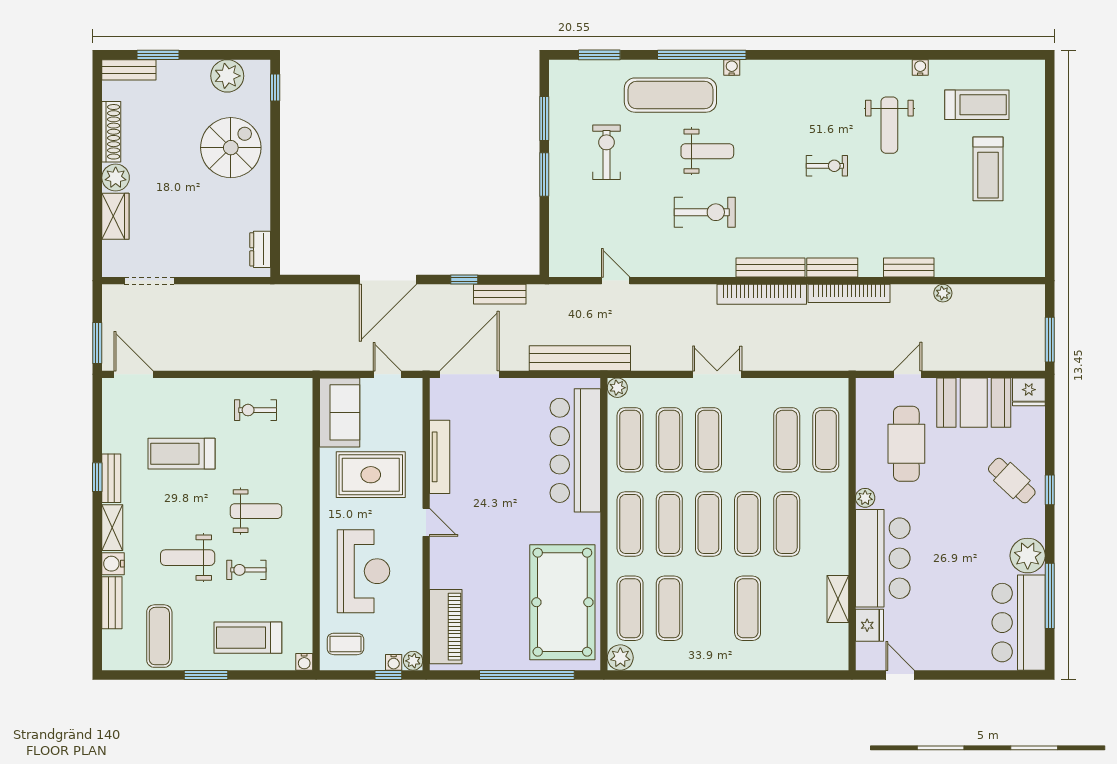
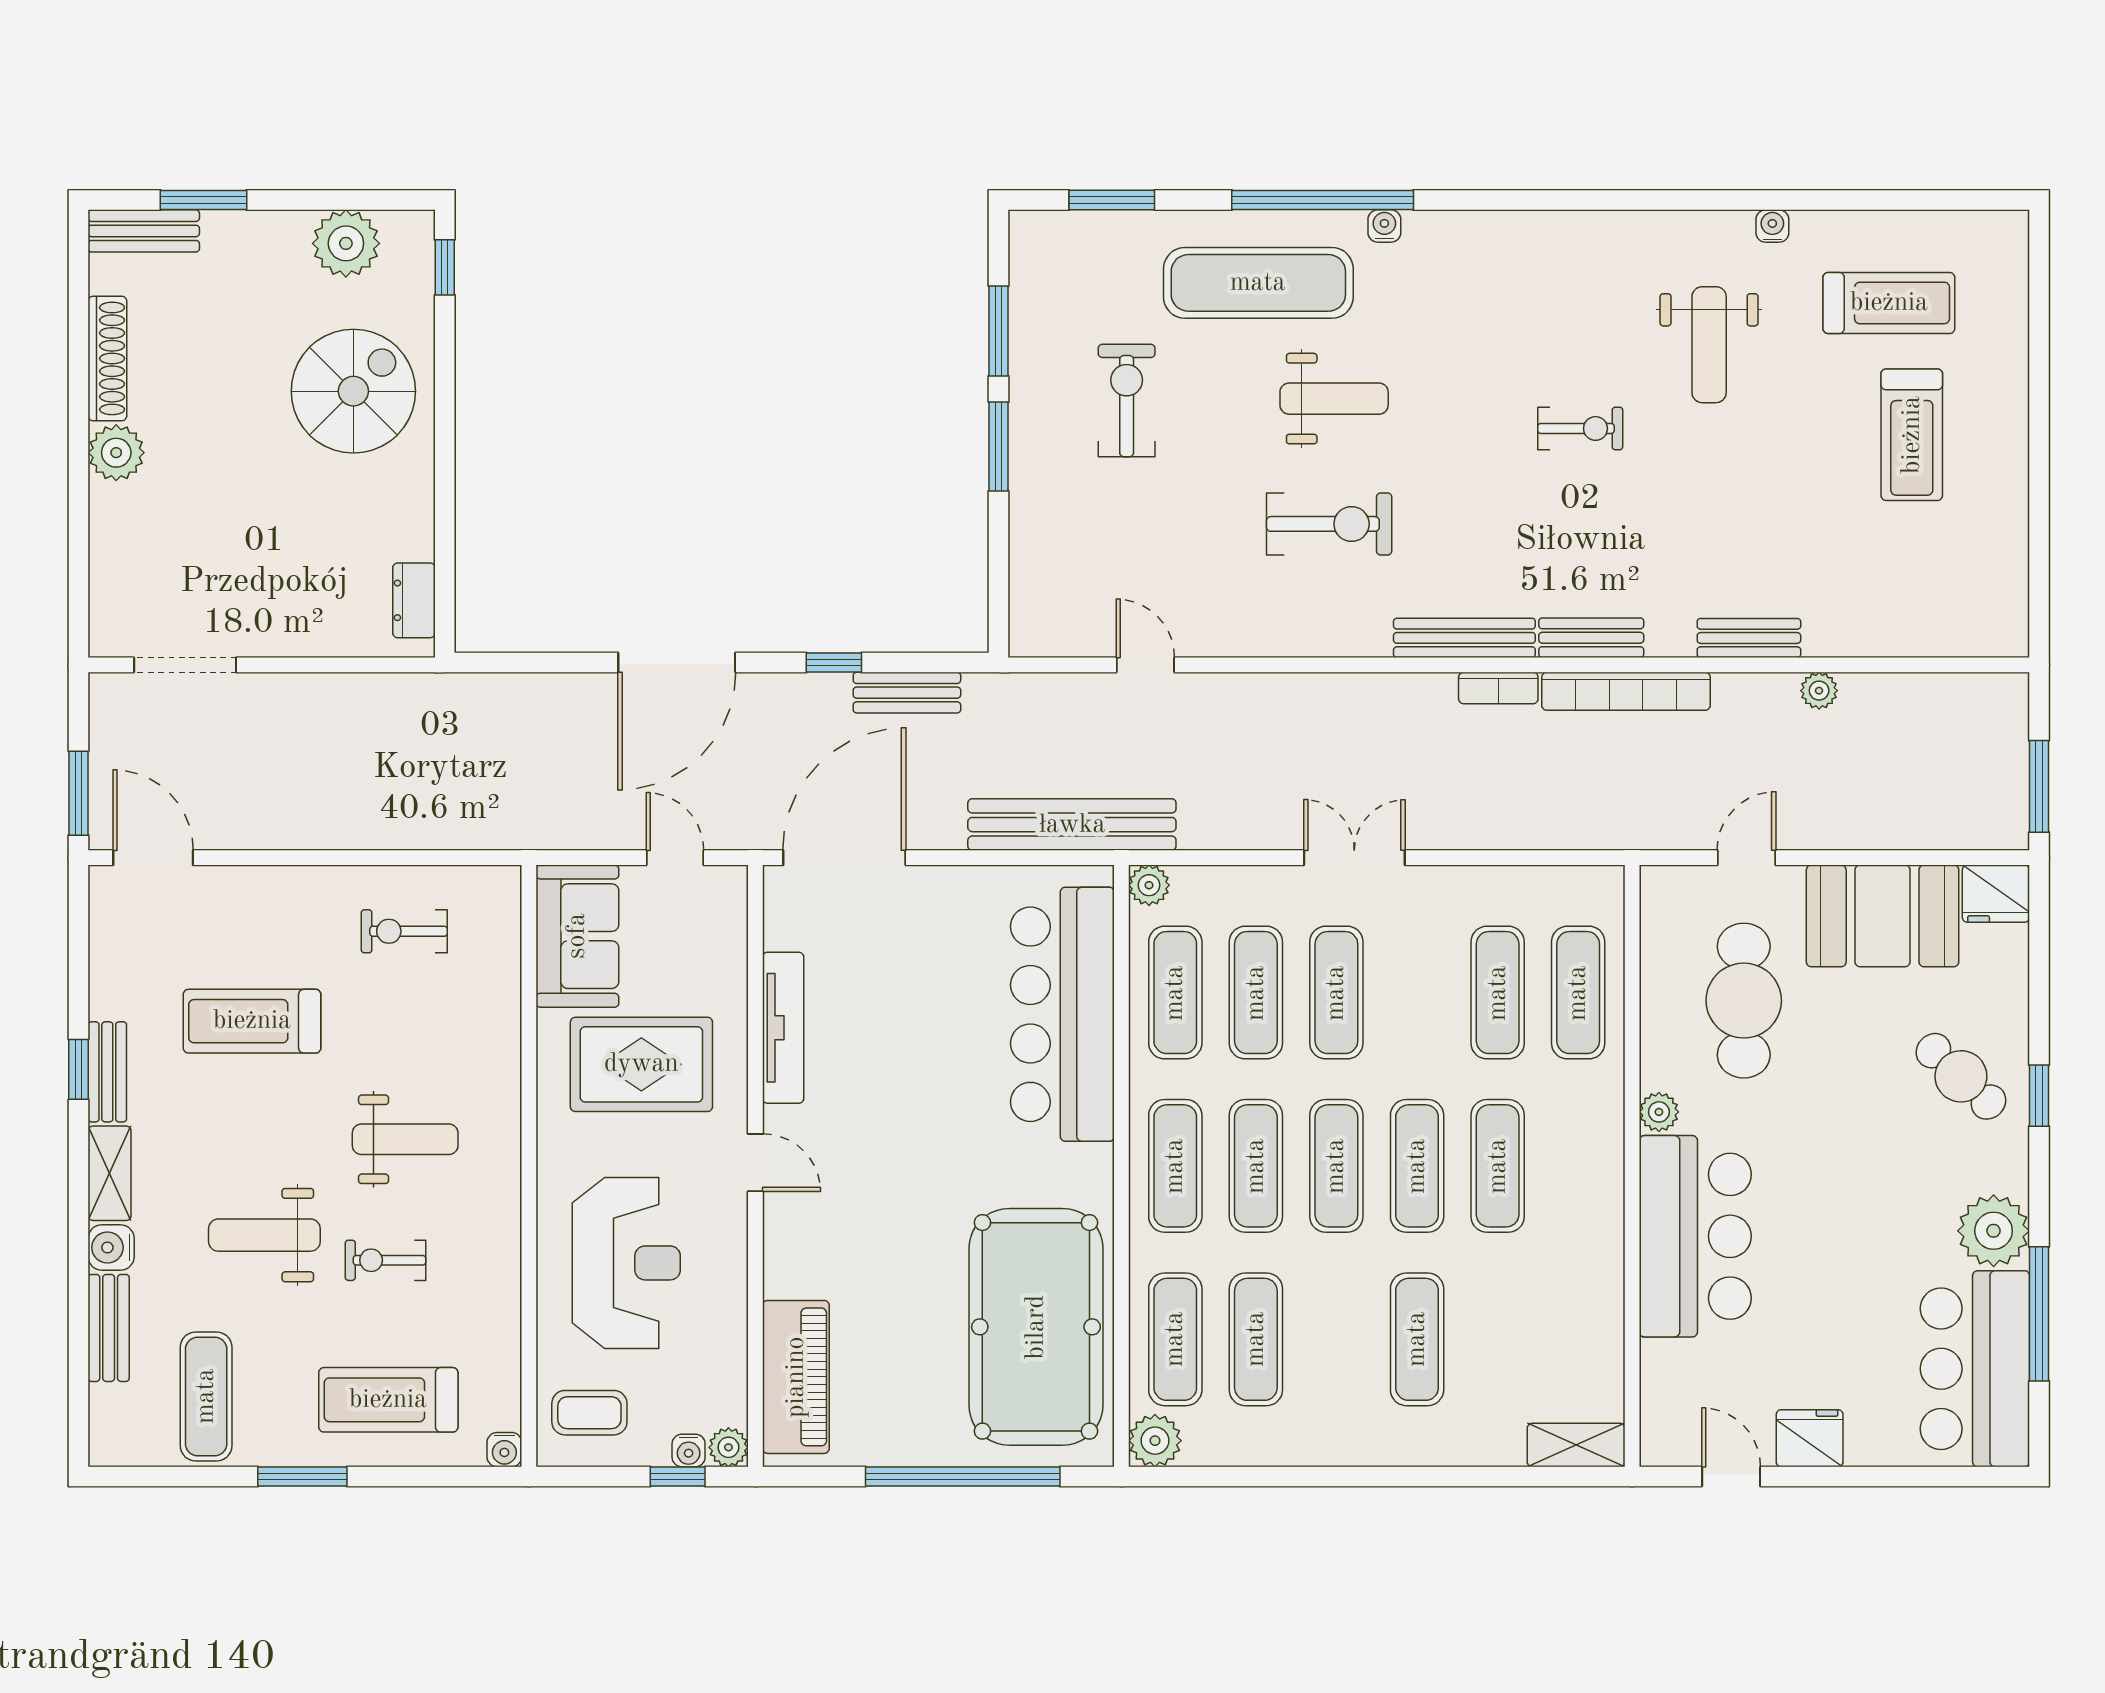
wardrobe: (115, 216) -> (116, 532), removed
bookcase: (762, 294) -> (1498, 688), width x0.43, depth x0.76
shelving: (838, 599) -> (1576, 1445), moved, turned 90
fridge: (869, 625) -> (1810, 1438), moved, turned -90

